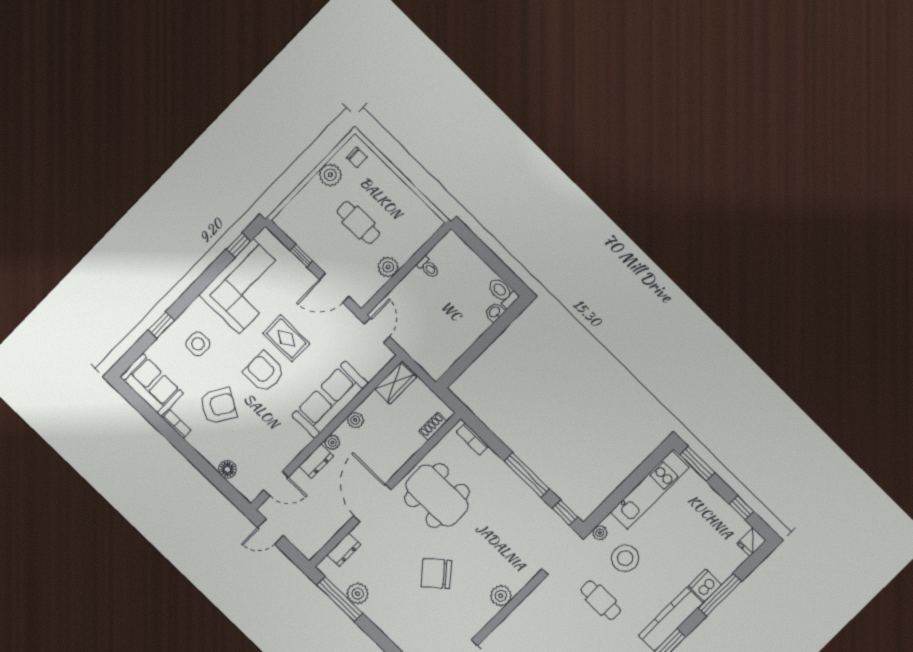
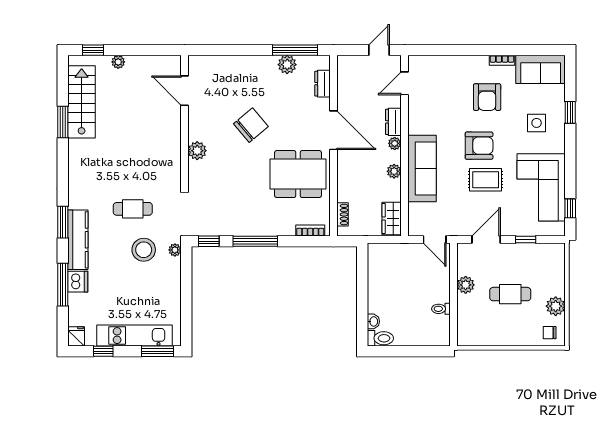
armchair: (218, 406) -> (487, 97), turned -31
floor lamp: (227, 469) -> (443, 63), removed
kitchen unit: (650, 490) -> (134, 336), moved, turned 90

